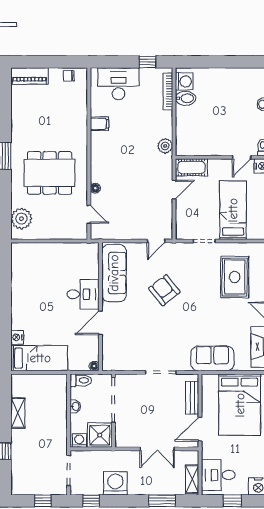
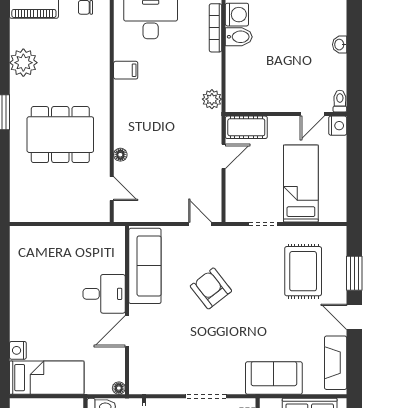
plant: (21, 219) -> (23, 63), moved
door: (156, 241) -> (200, 224), swing flipped

